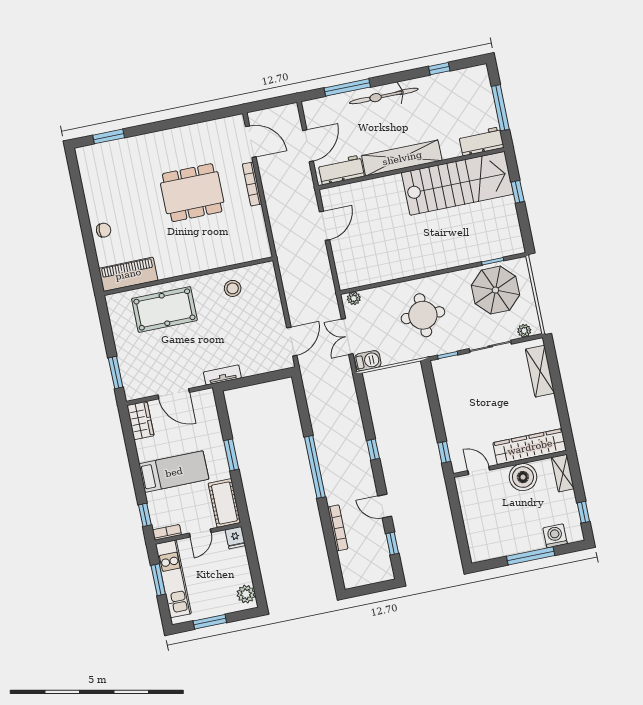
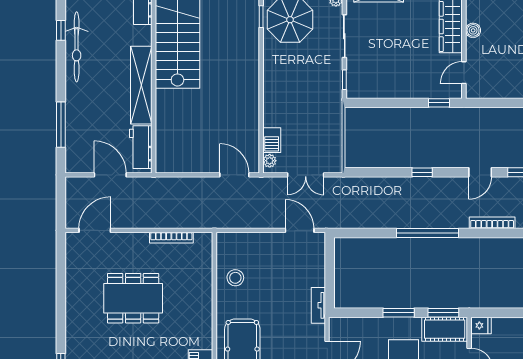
bicycle: (384, 96) -> (77, 47), moved
bookcase: (252, 184) -> (171, 238), moved
dining table: (192, 193) -> (133, 298), turned 90
door: (324, 226) -> (234, 175), moved
round table: (423, 315) -> (300, 96), removed
barbecue: (368, 361) -> (272, 140), moved, turned 180
boiler: (523, 477) -> (473, 30), width x0.54, depth x0.54
window: (240, 498) -> (443, 313), added

